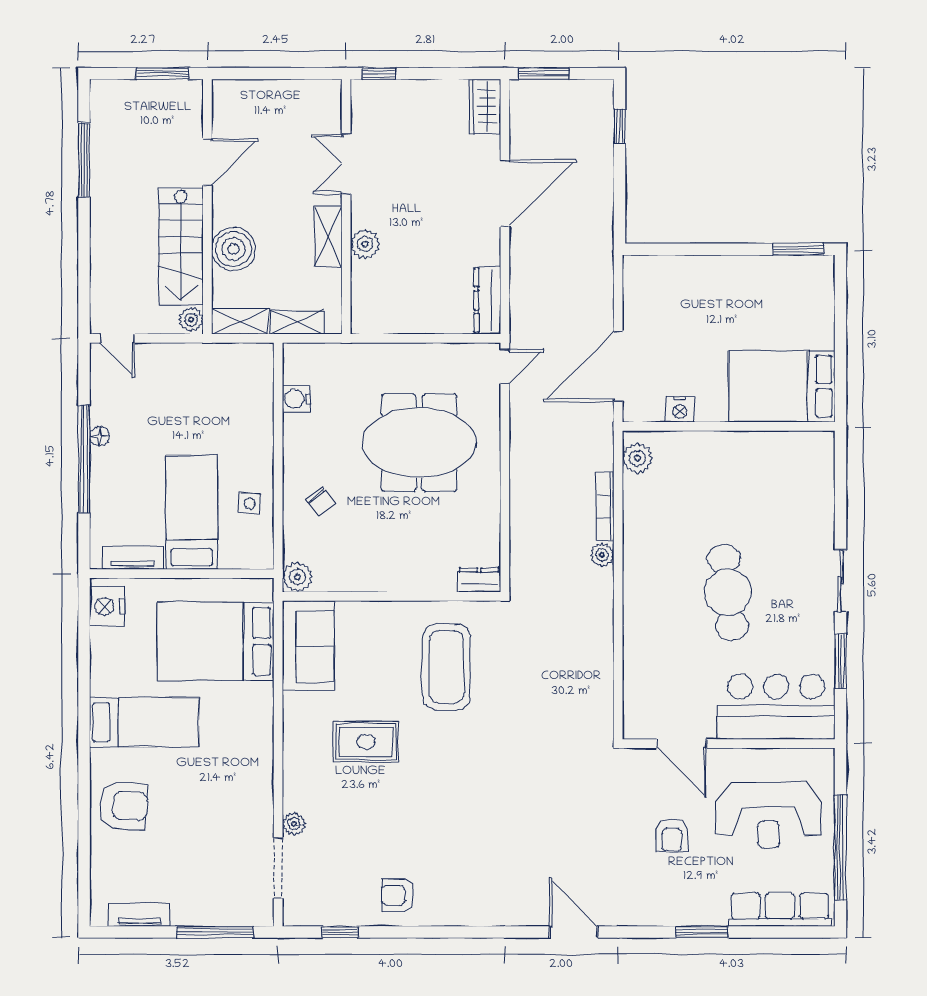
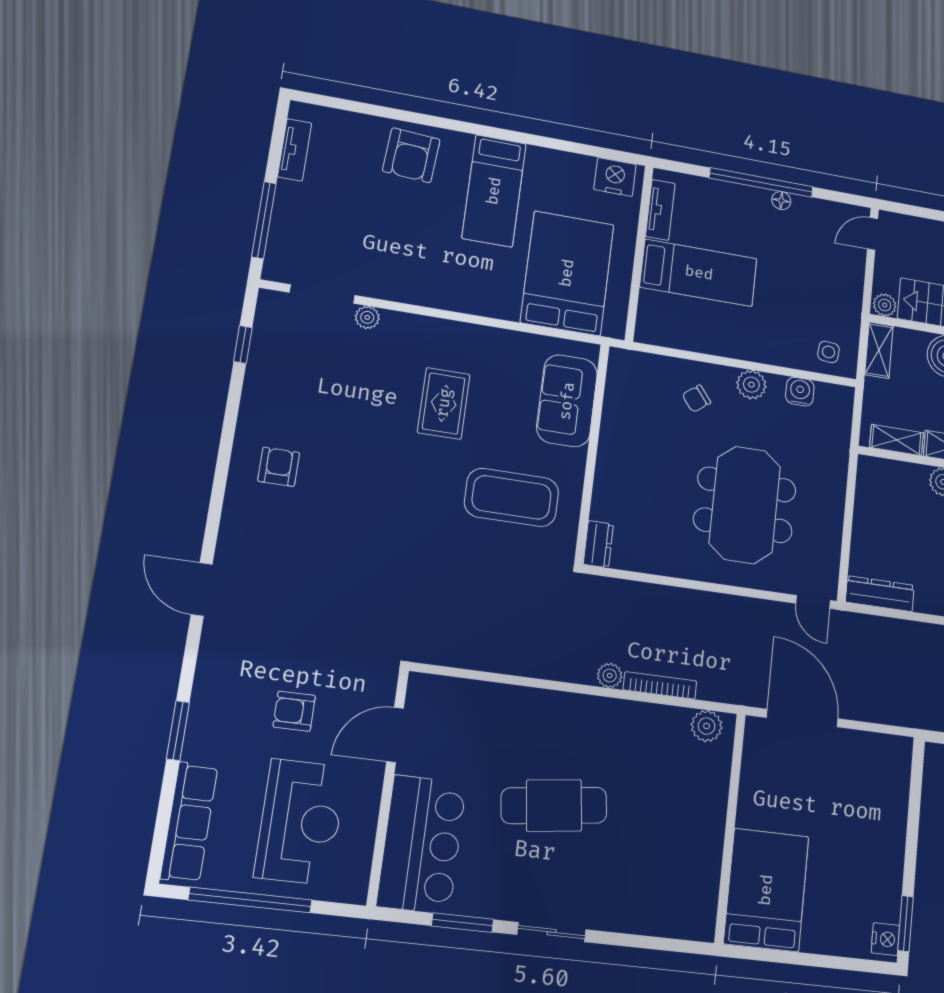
shelving: (297, 322) -> (896, 440), moved, turned 90
nightstand: (680, 409) -> (885, 939), moved, turned 180
side table: (250, 503) -> (828, 352), moved
plant: (297, 577) -> (751, 385), moved
sofa: (308, 646) -> (567, 401), moved, turned 90
reception desk: (769, 815) -> (300, 822), turned 180
armchair: (398, 895) -> (279, 467), moved
door: (574, 932) -> (202, 589), swing flipped

